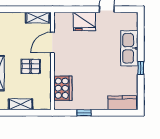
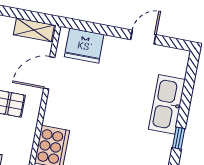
fridge: (84, 21) -> (84, 46), moved

